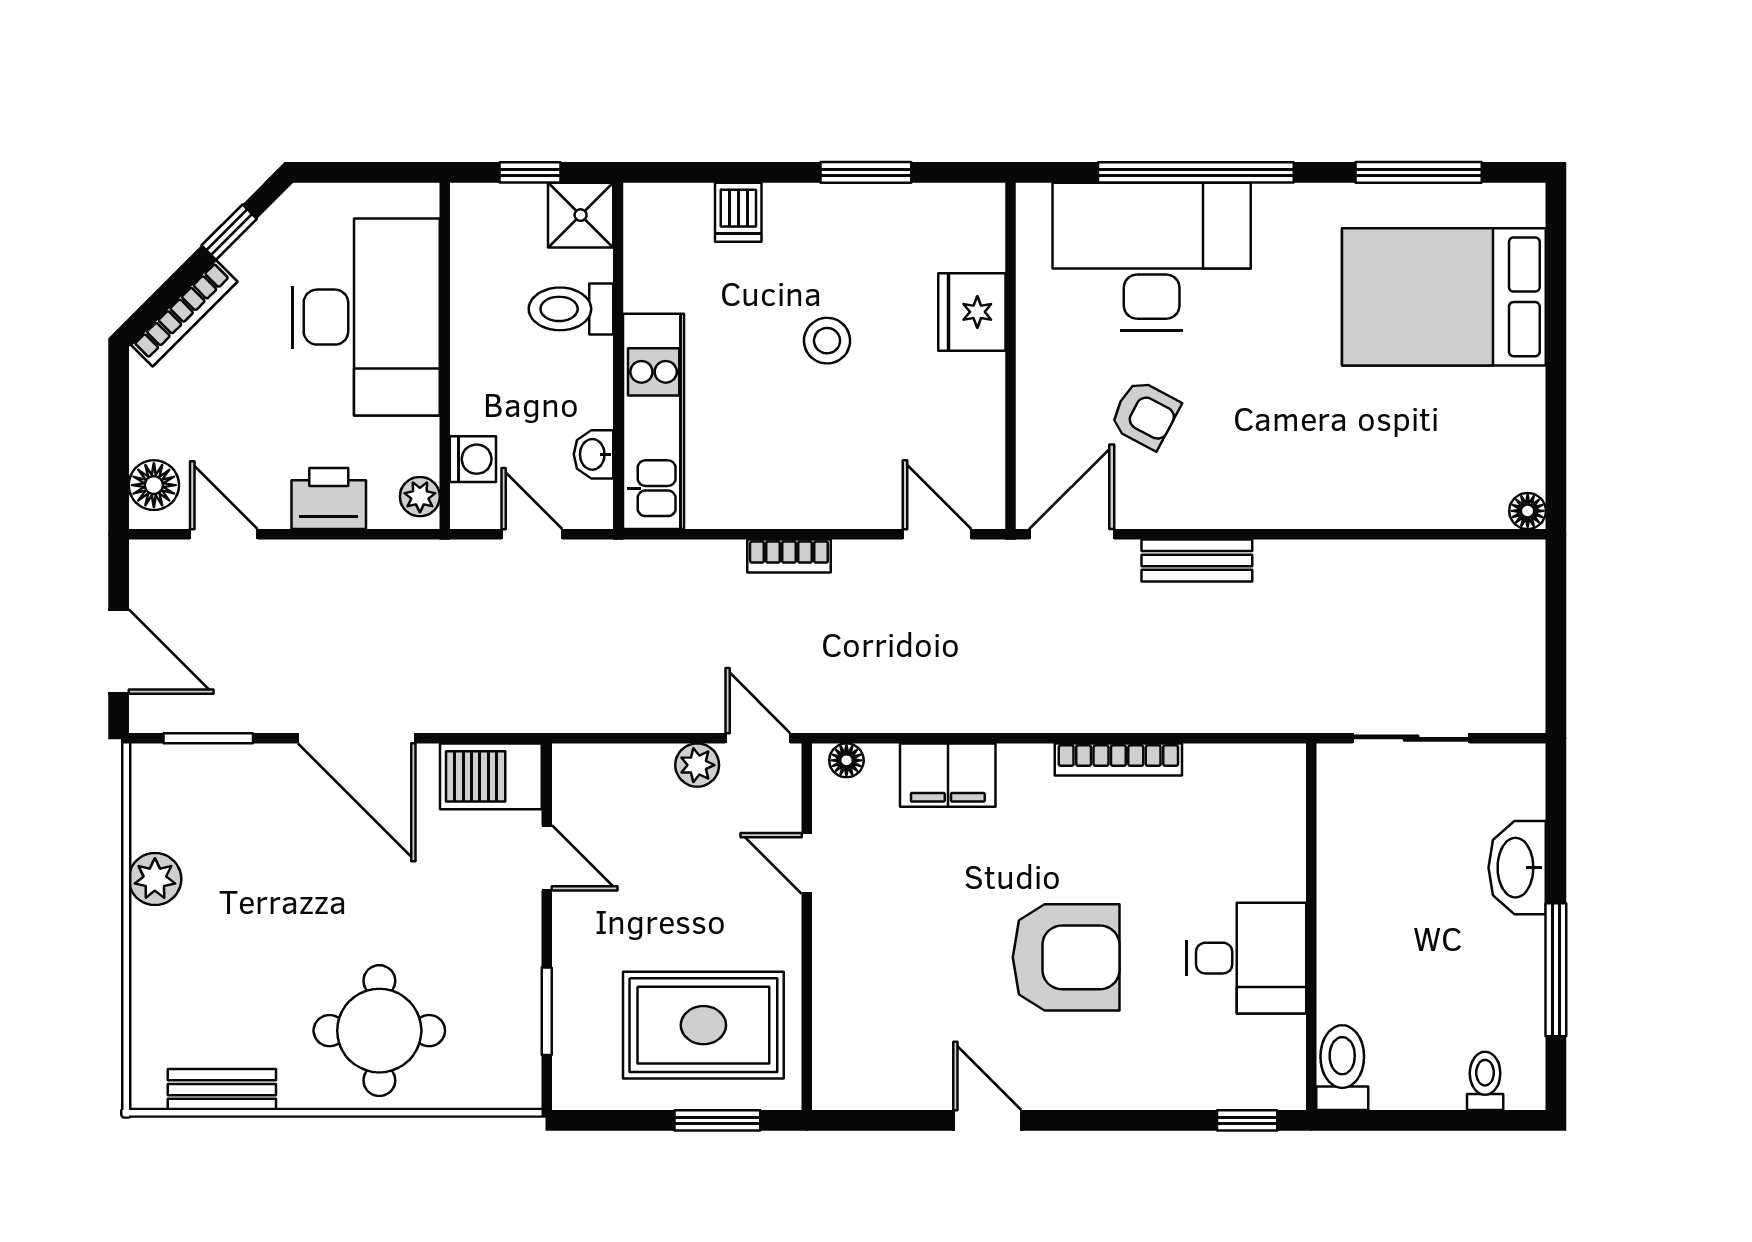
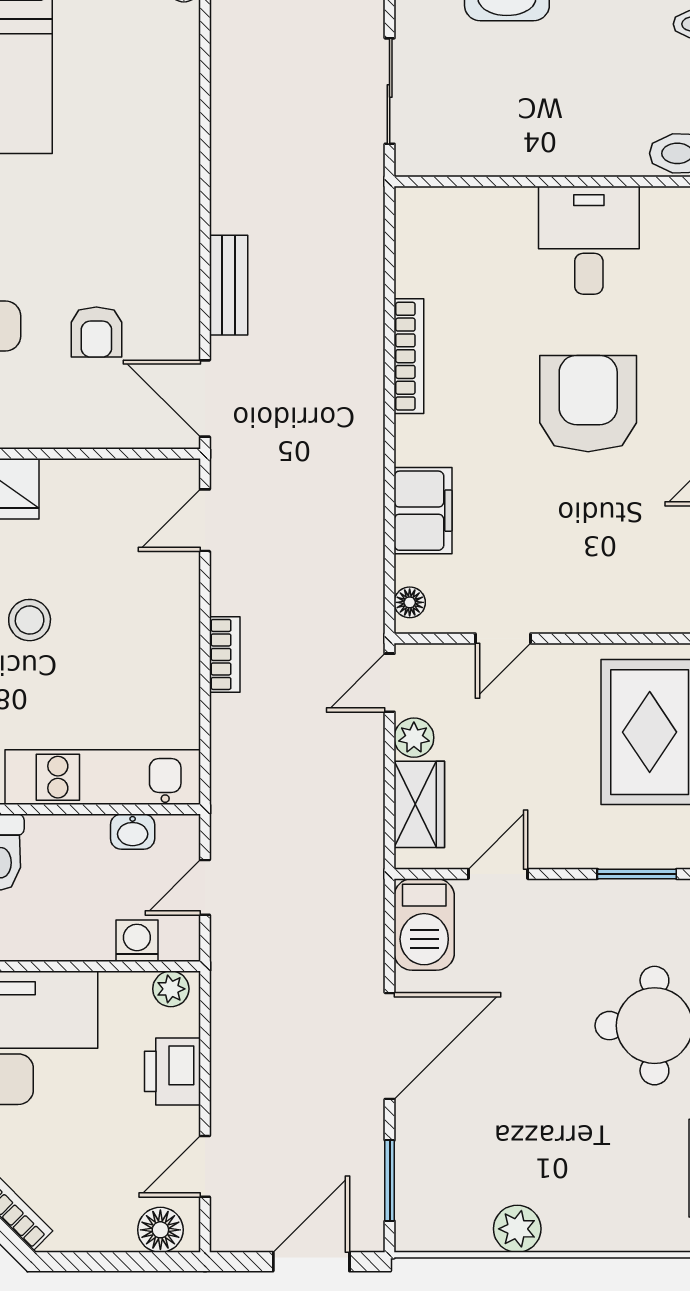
armchair: (1145, 414) -> (96, 332), turned 152
wardrobe: (624, 771) -> (419, 804), added

